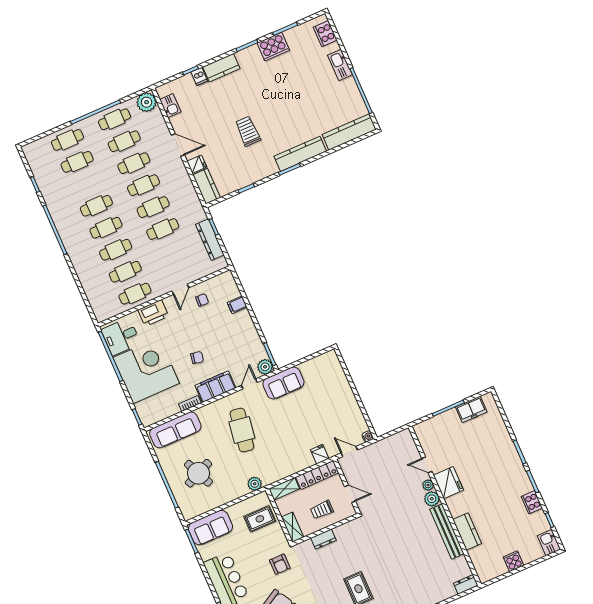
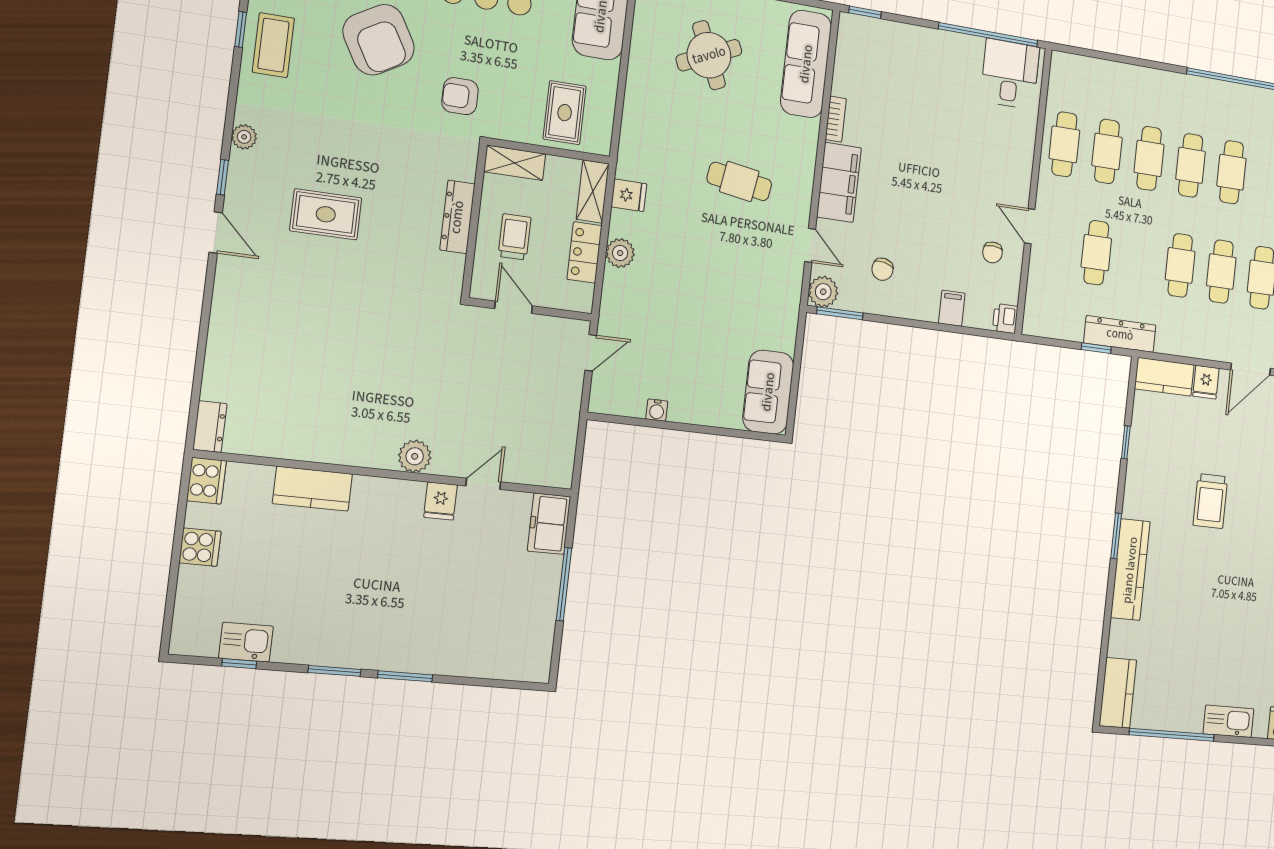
trolley: (248, 131) -> (1210, 501), turned 90
kitchen counter: (349, 132) -> (1118, 693), width x0.67
cafe table: (163, 229) -> (1096, 253), moved
dresser: (210, 240) -> (1120, 334), moved
printer: (153, 313) -> (1005, 318), moved, width x0.53, depth x0.68
chair: (197, 358) -> (882, 269), moved
corner desk: (146, 370) -> (932, 80), removed
sofa: (283, 383) -> (768, 392), moved
freezer: (471, 409) -> (549, 524), moved
cafe table: (242, 430) -> (739, 181), width x0.73, depth x0.74
water cooler: (368, 436) -> (657, 410), moved
fridge: (320, 454) -> (629, 195), moved
locker: (317, 475) -> (585, 252), width x0.66
fridge: (448, 483) -> (440, 501), width x0.53, depth x0.75
plant: (255, 484) -> (620, 253), moved
plant: (428, 485) -> (445, 464), removed
door: (350, 494) -> (514, 307), swing flipped
cooker: (532, 502) -> (206, 481), moved, turned 90
bench: (447, 531) -> (335, 449), removed
dresser: (323, 539) -> (457, 217), width x1.44
kitchen sink: (549, 543) -> (246, 642), moved

